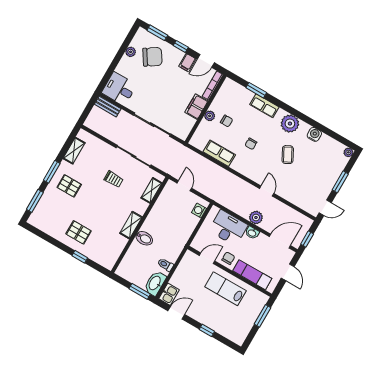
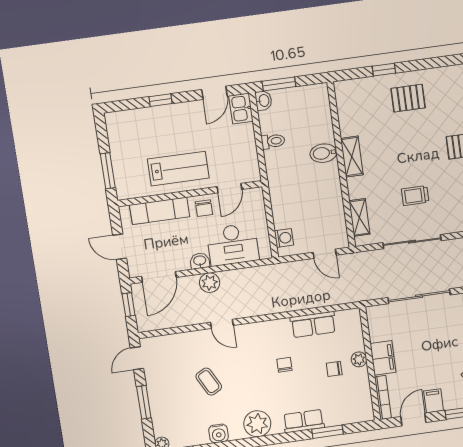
coffee table: (288, 155) -> (209, 382), moved
washbasin: (155, 283) -> (264, 101), width x0.52, depth x0.69

